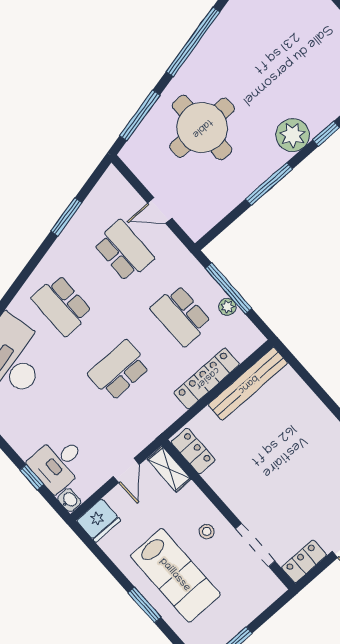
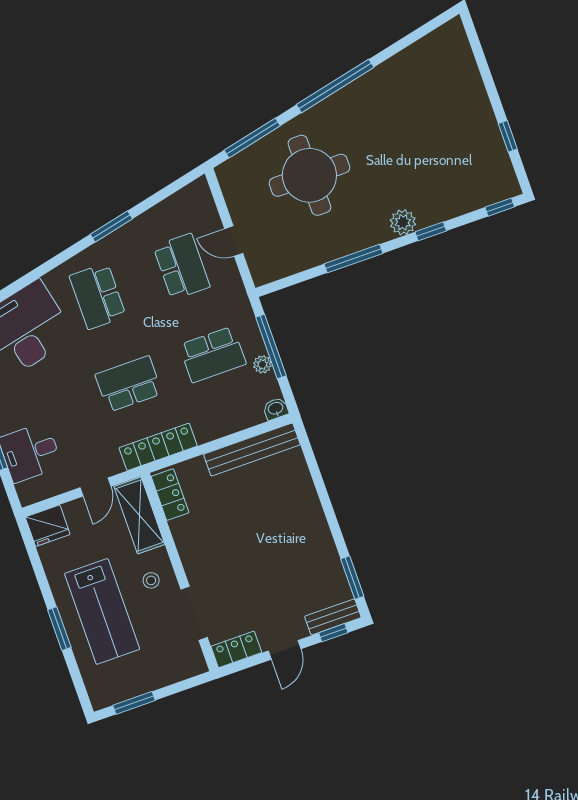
plant: (293, 135) -> (403, 222), width x0.73, depth x0.73
window: (66, 217) -> (111, 226), moved
school desk: (181, 316) -> (213, 354), turned -90
locker: (207, 378) -> (158, 447), moved
shelving: (169, 469) -> (139, 515), width x1.50, depth x1.33
washbasin: (69, 500) -> (276, 409), moved, turned -90

